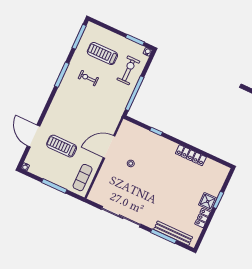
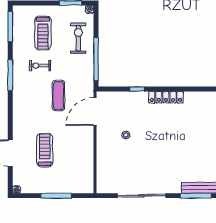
treadmill: (102, 54) -> (43, 33), turned -90
treadmill: (62, 146) -> (45, 150), turned 90
door: (109, 147) -> (95, 112), moved
locker: (191, 155) -> (166, 97), moved
exercise mat: (83, 178) -> (59, 96), moved

